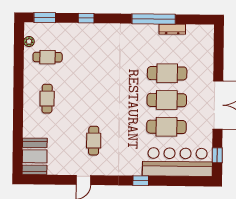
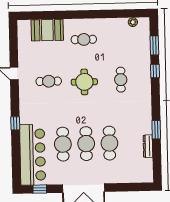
window: (45, 18) -> (154, 45), moved
window: (154, 19) -> (156, 130), width x0.47
cafe table: (48, 57) -> (121, 80), moved
round table: (96, 100) -> (84, 82), added
booth: (35, 156) -> (47, 30), moved

